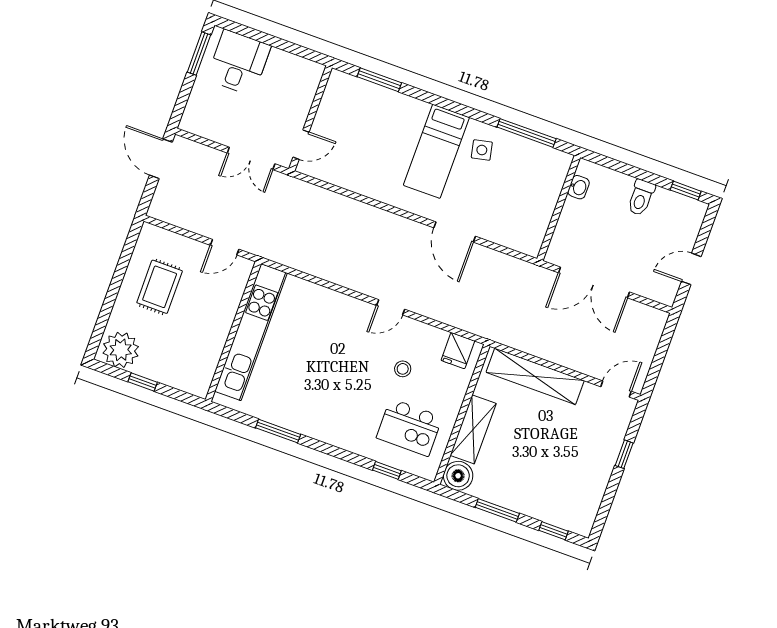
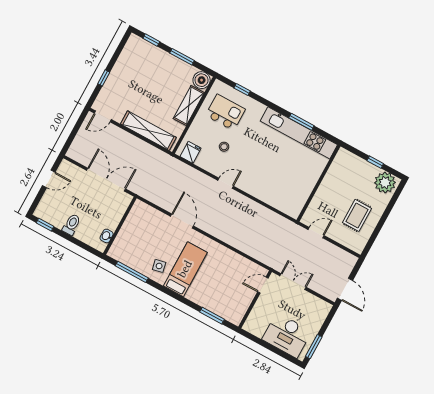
desk: (239, 63) -> (287, 335), width x1.37
kitchen unit: (251, 332) -> (299, 133), moved, turned -90

